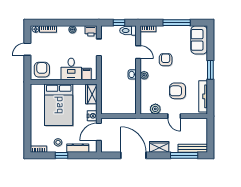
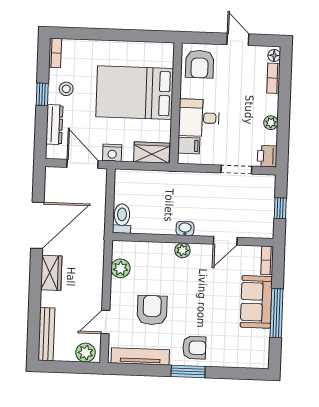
toilet: (128, 31) -> (122, 219), moved
sofa: (199, 40) -> (256, 302), moved, turned -90
armchair: (166, 60) -> (194, 348), moved
armchair: (42, 70) -> (200, 64), turned 90
door: (174, 116) -> (105, 322), moved
plant: (202, 126) -> (86, 353), added
window: (184, 155) -> (34, 318), removed

